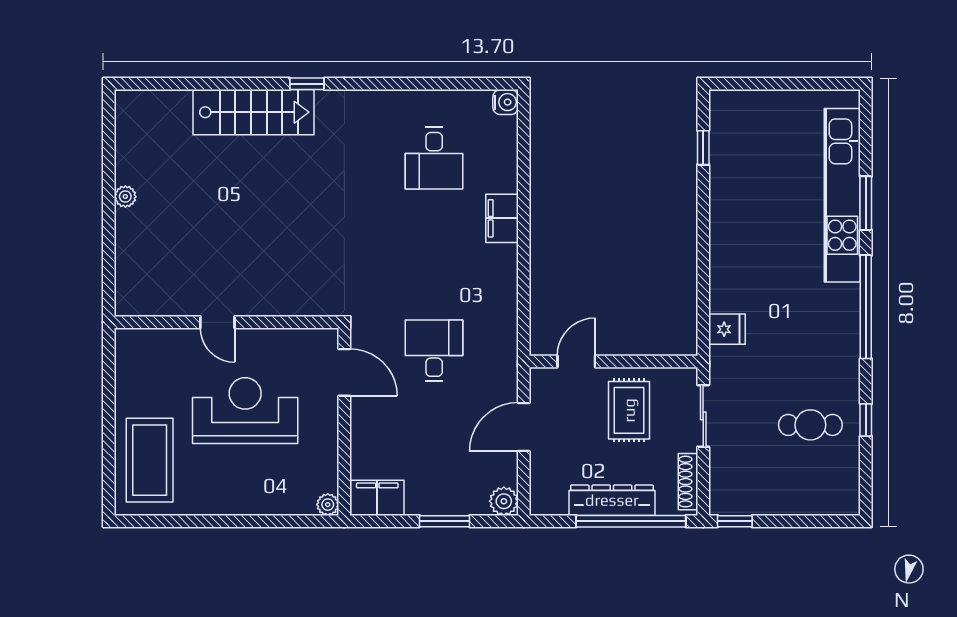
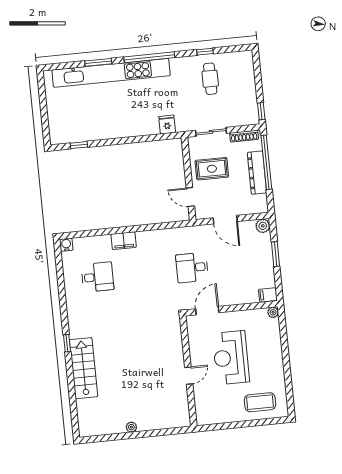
kitchen unit: (842, 195) -> (111, 73), width x1.36
coffee table: (150, 460) -> (260, 402), width x0.73, depth x0.76
filing cabinet: (377, 498) -> (268, 295), width x0.50

